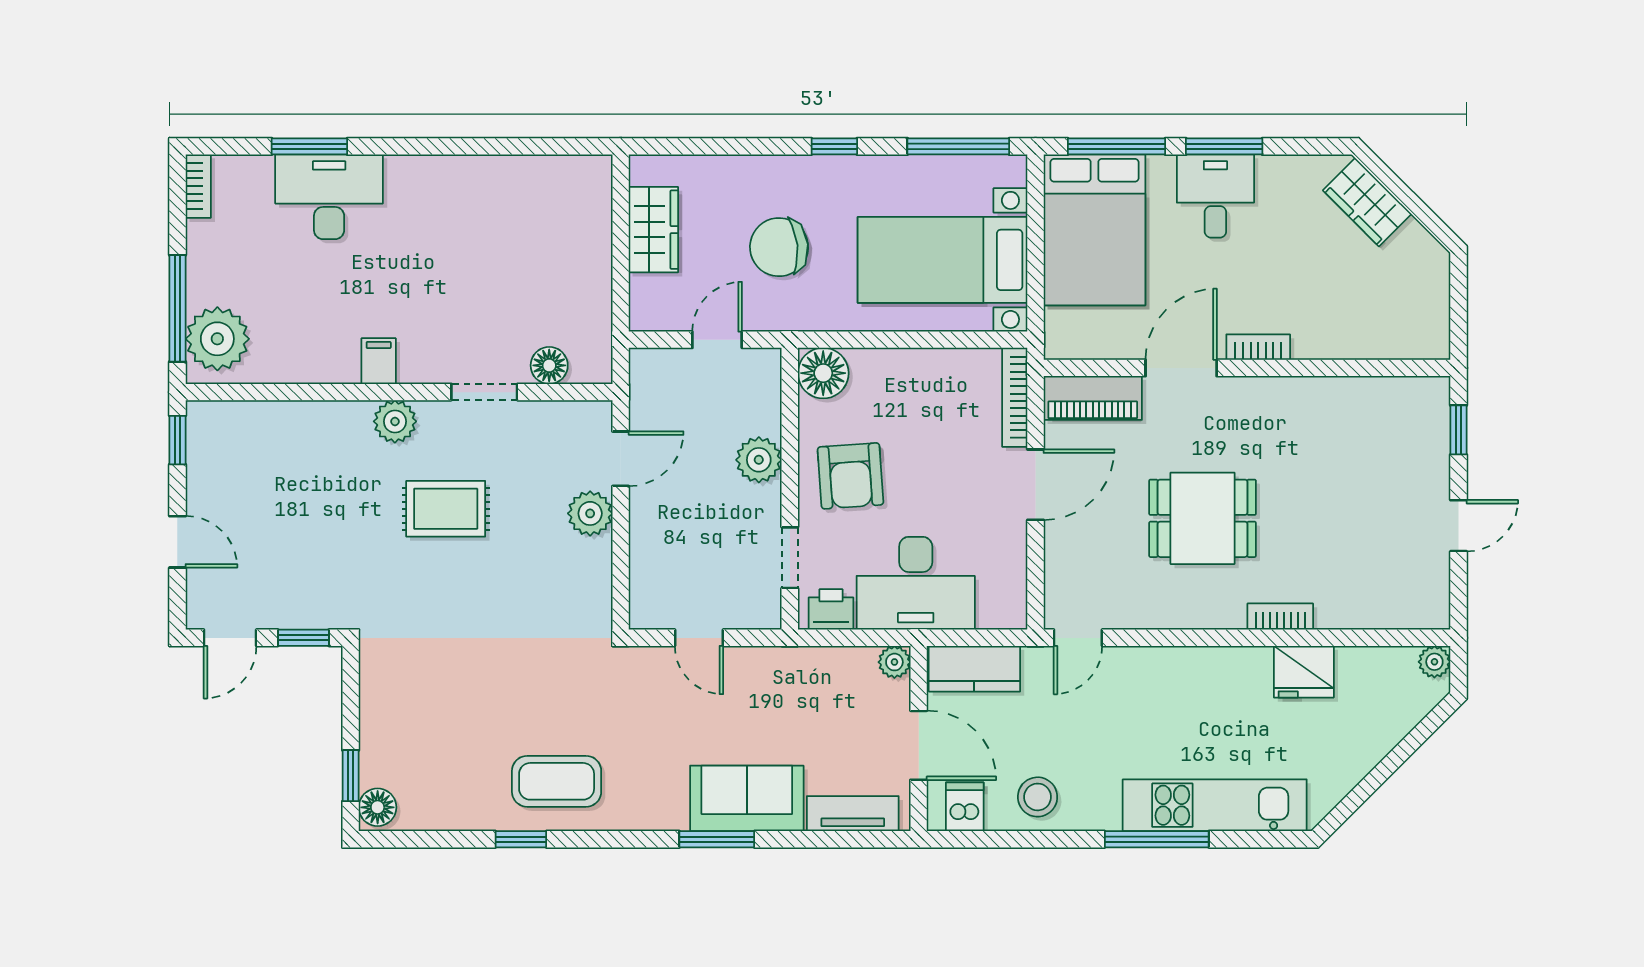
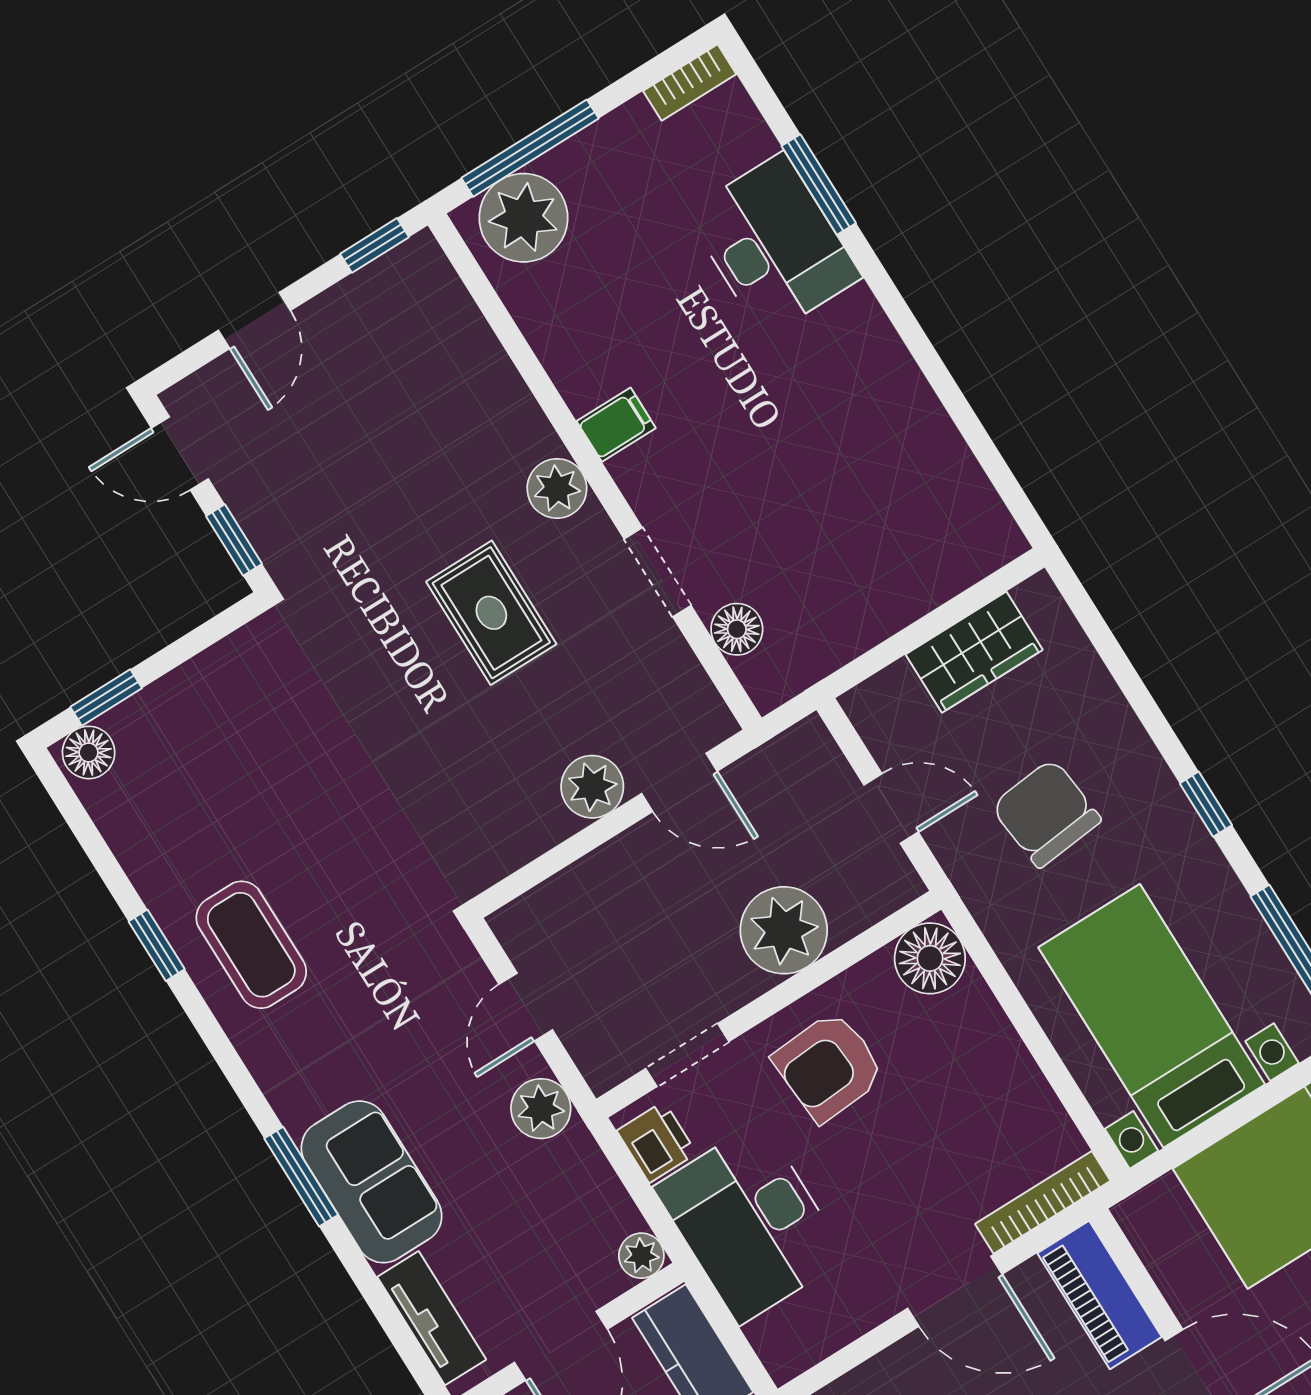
plant: (759, 460) -> (784, 930), width x1.36, depth x1.36
plant: (767, 667) -> (541, 1109), added

